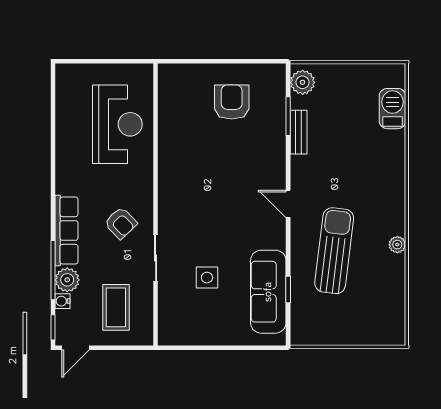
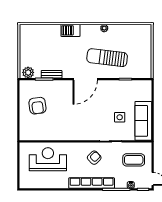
armchair: (232, 102) -> (37, 106), turned -98
barbecue: (393, 109) -> (71, 30), moved
door: (288, 204) -> (85, 79), width x1.88
row of seats: (67, 231) -> (92, 183), width x1.36
plant: (67, 280) -> (121, 183), removed
sofa: (268, 292) -> (143, 121), moved, turned 90

